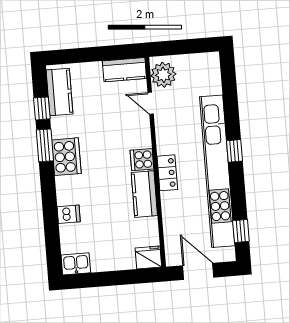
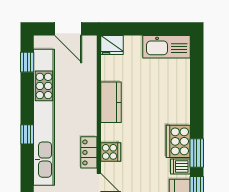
cooker: (142, 160) -> (111, 152), moved
locker: (167, 173) -> (89, 152), moved
dishwasher: (69, 214) -> (180, 166), moved
kitchen sink: (76, 264) -> (166, 47), width x1.88, depth x1.24

